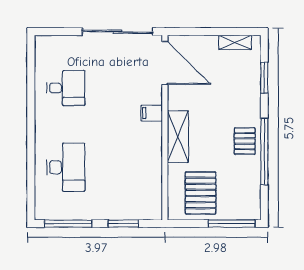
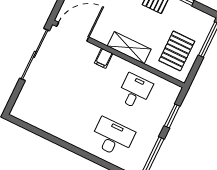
desk: (66, 88) -> (135, 91), moved
pallet: (201, 193) -> (177, 51), turned 90

